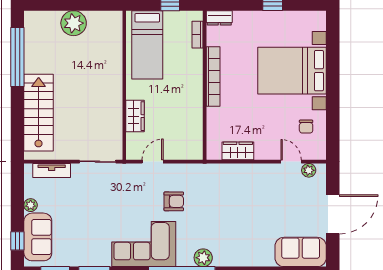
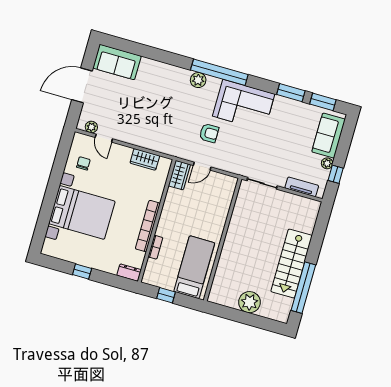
bookcase: (198, 35) -> (155, 247), moved
stairs: (39, 113) -> (292, 264), moved
wardrobe: (135, 116) -> (179, 175), moved, turned 180
door: (153, 162) -> (202, 166), moved
armchair: (174, 201) -> (209, 133), turned 180
window: (17, 241) -> (336, 174), moved

